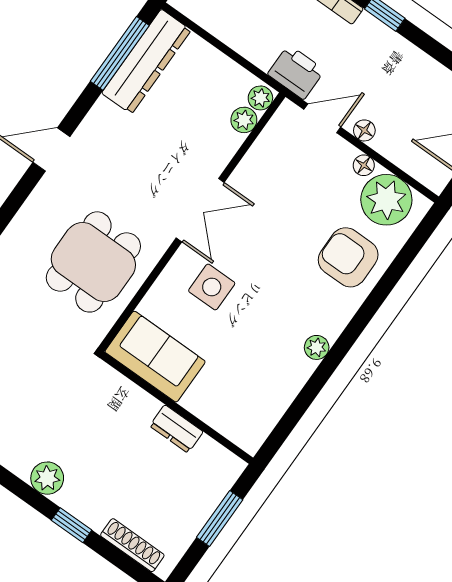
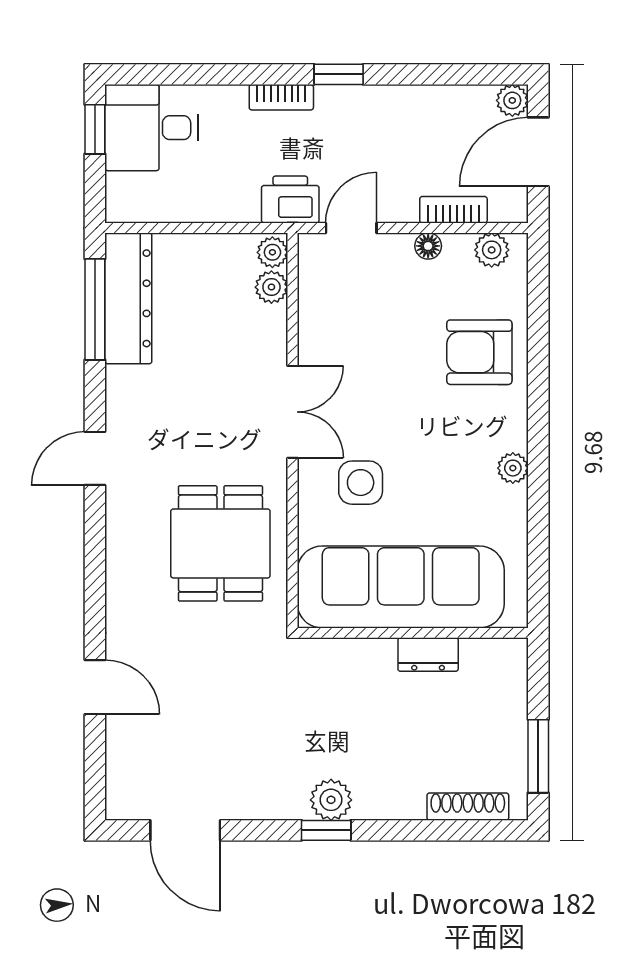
floor lamp: (364, 130) -> (403, 210), removed
bookcase: (397, 154) -> (453, 210), added
plant: (386, 200) -> (492, 250), width x0.53, depth x0.53
sofa: (155, 357) -> (401, 587), width x1.85, depth x1.27
window: (220, 519) -> (538, 756), moved
window: (72, 525) -> (326, 830), moved

